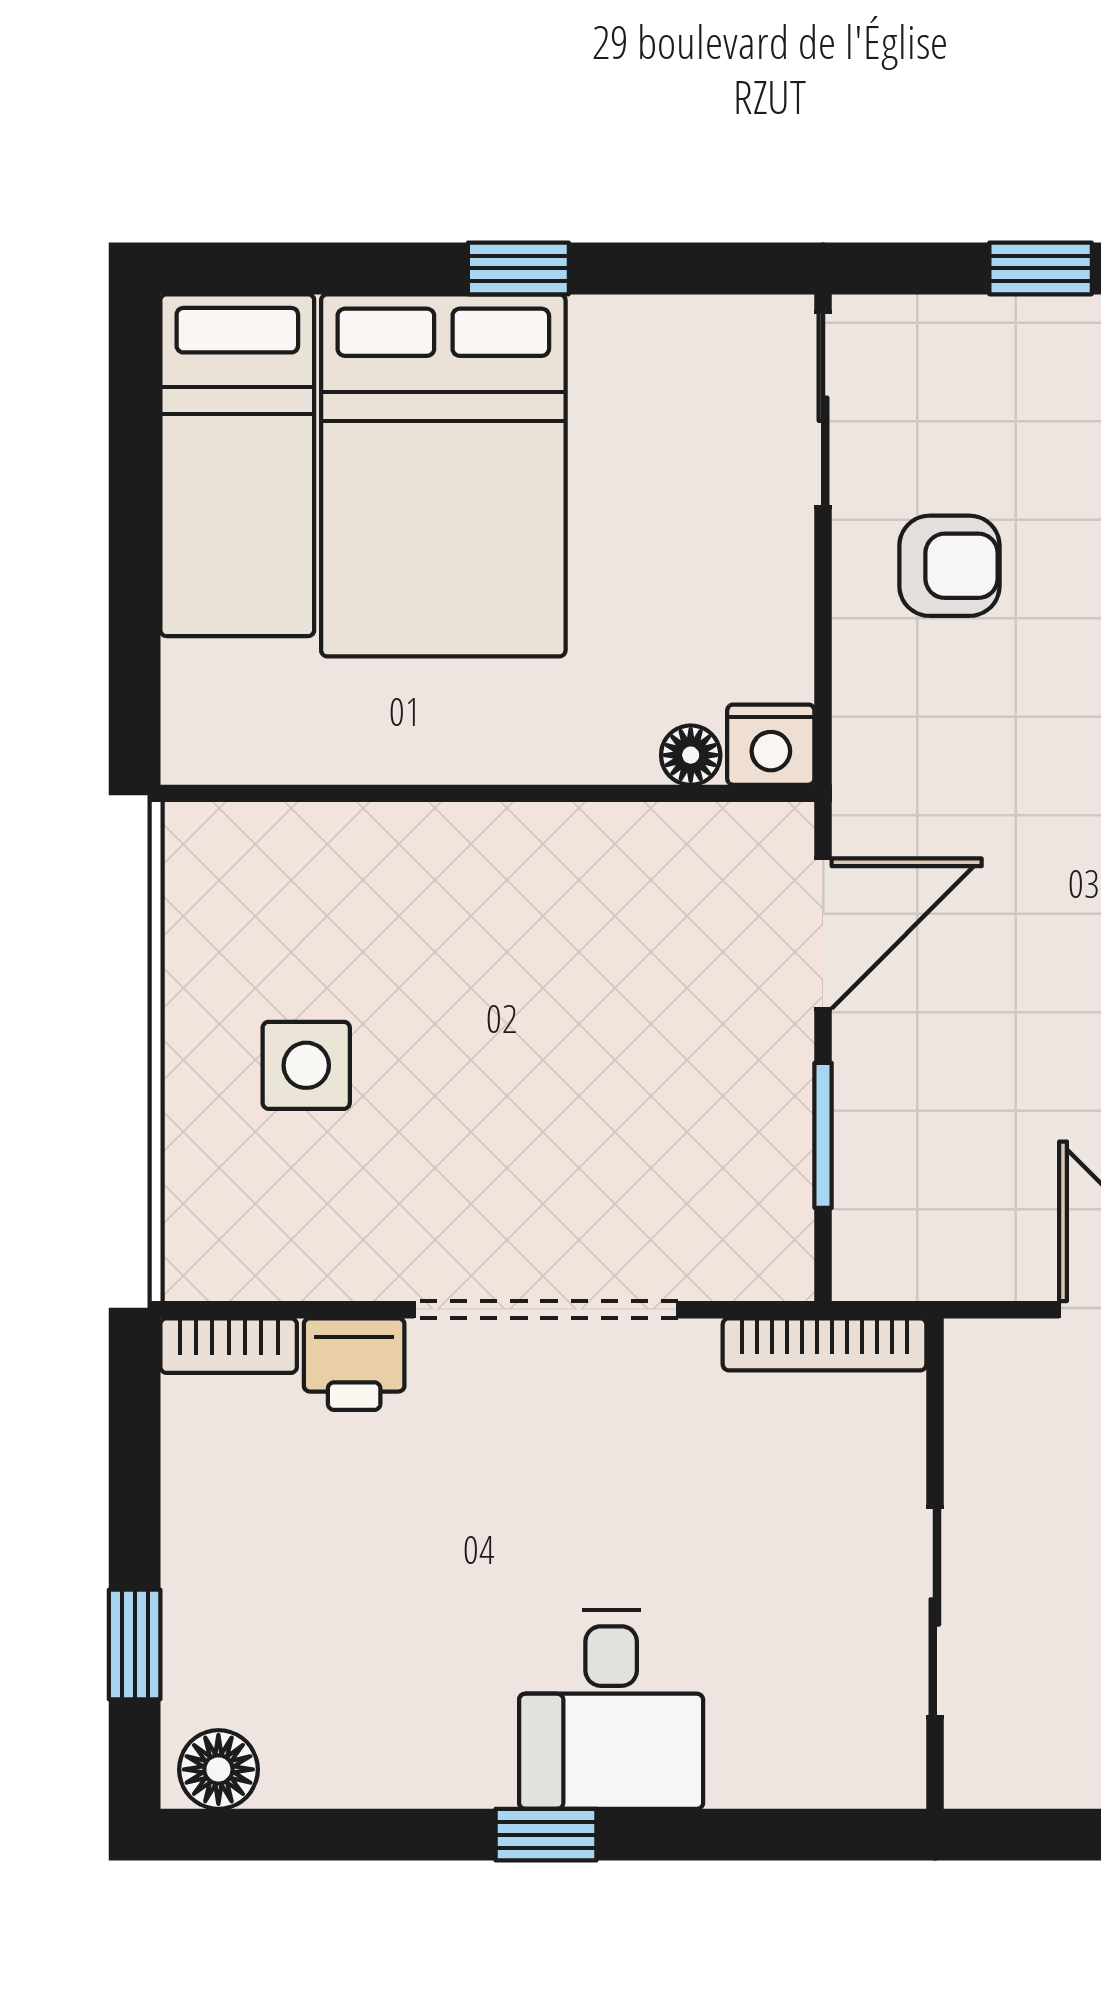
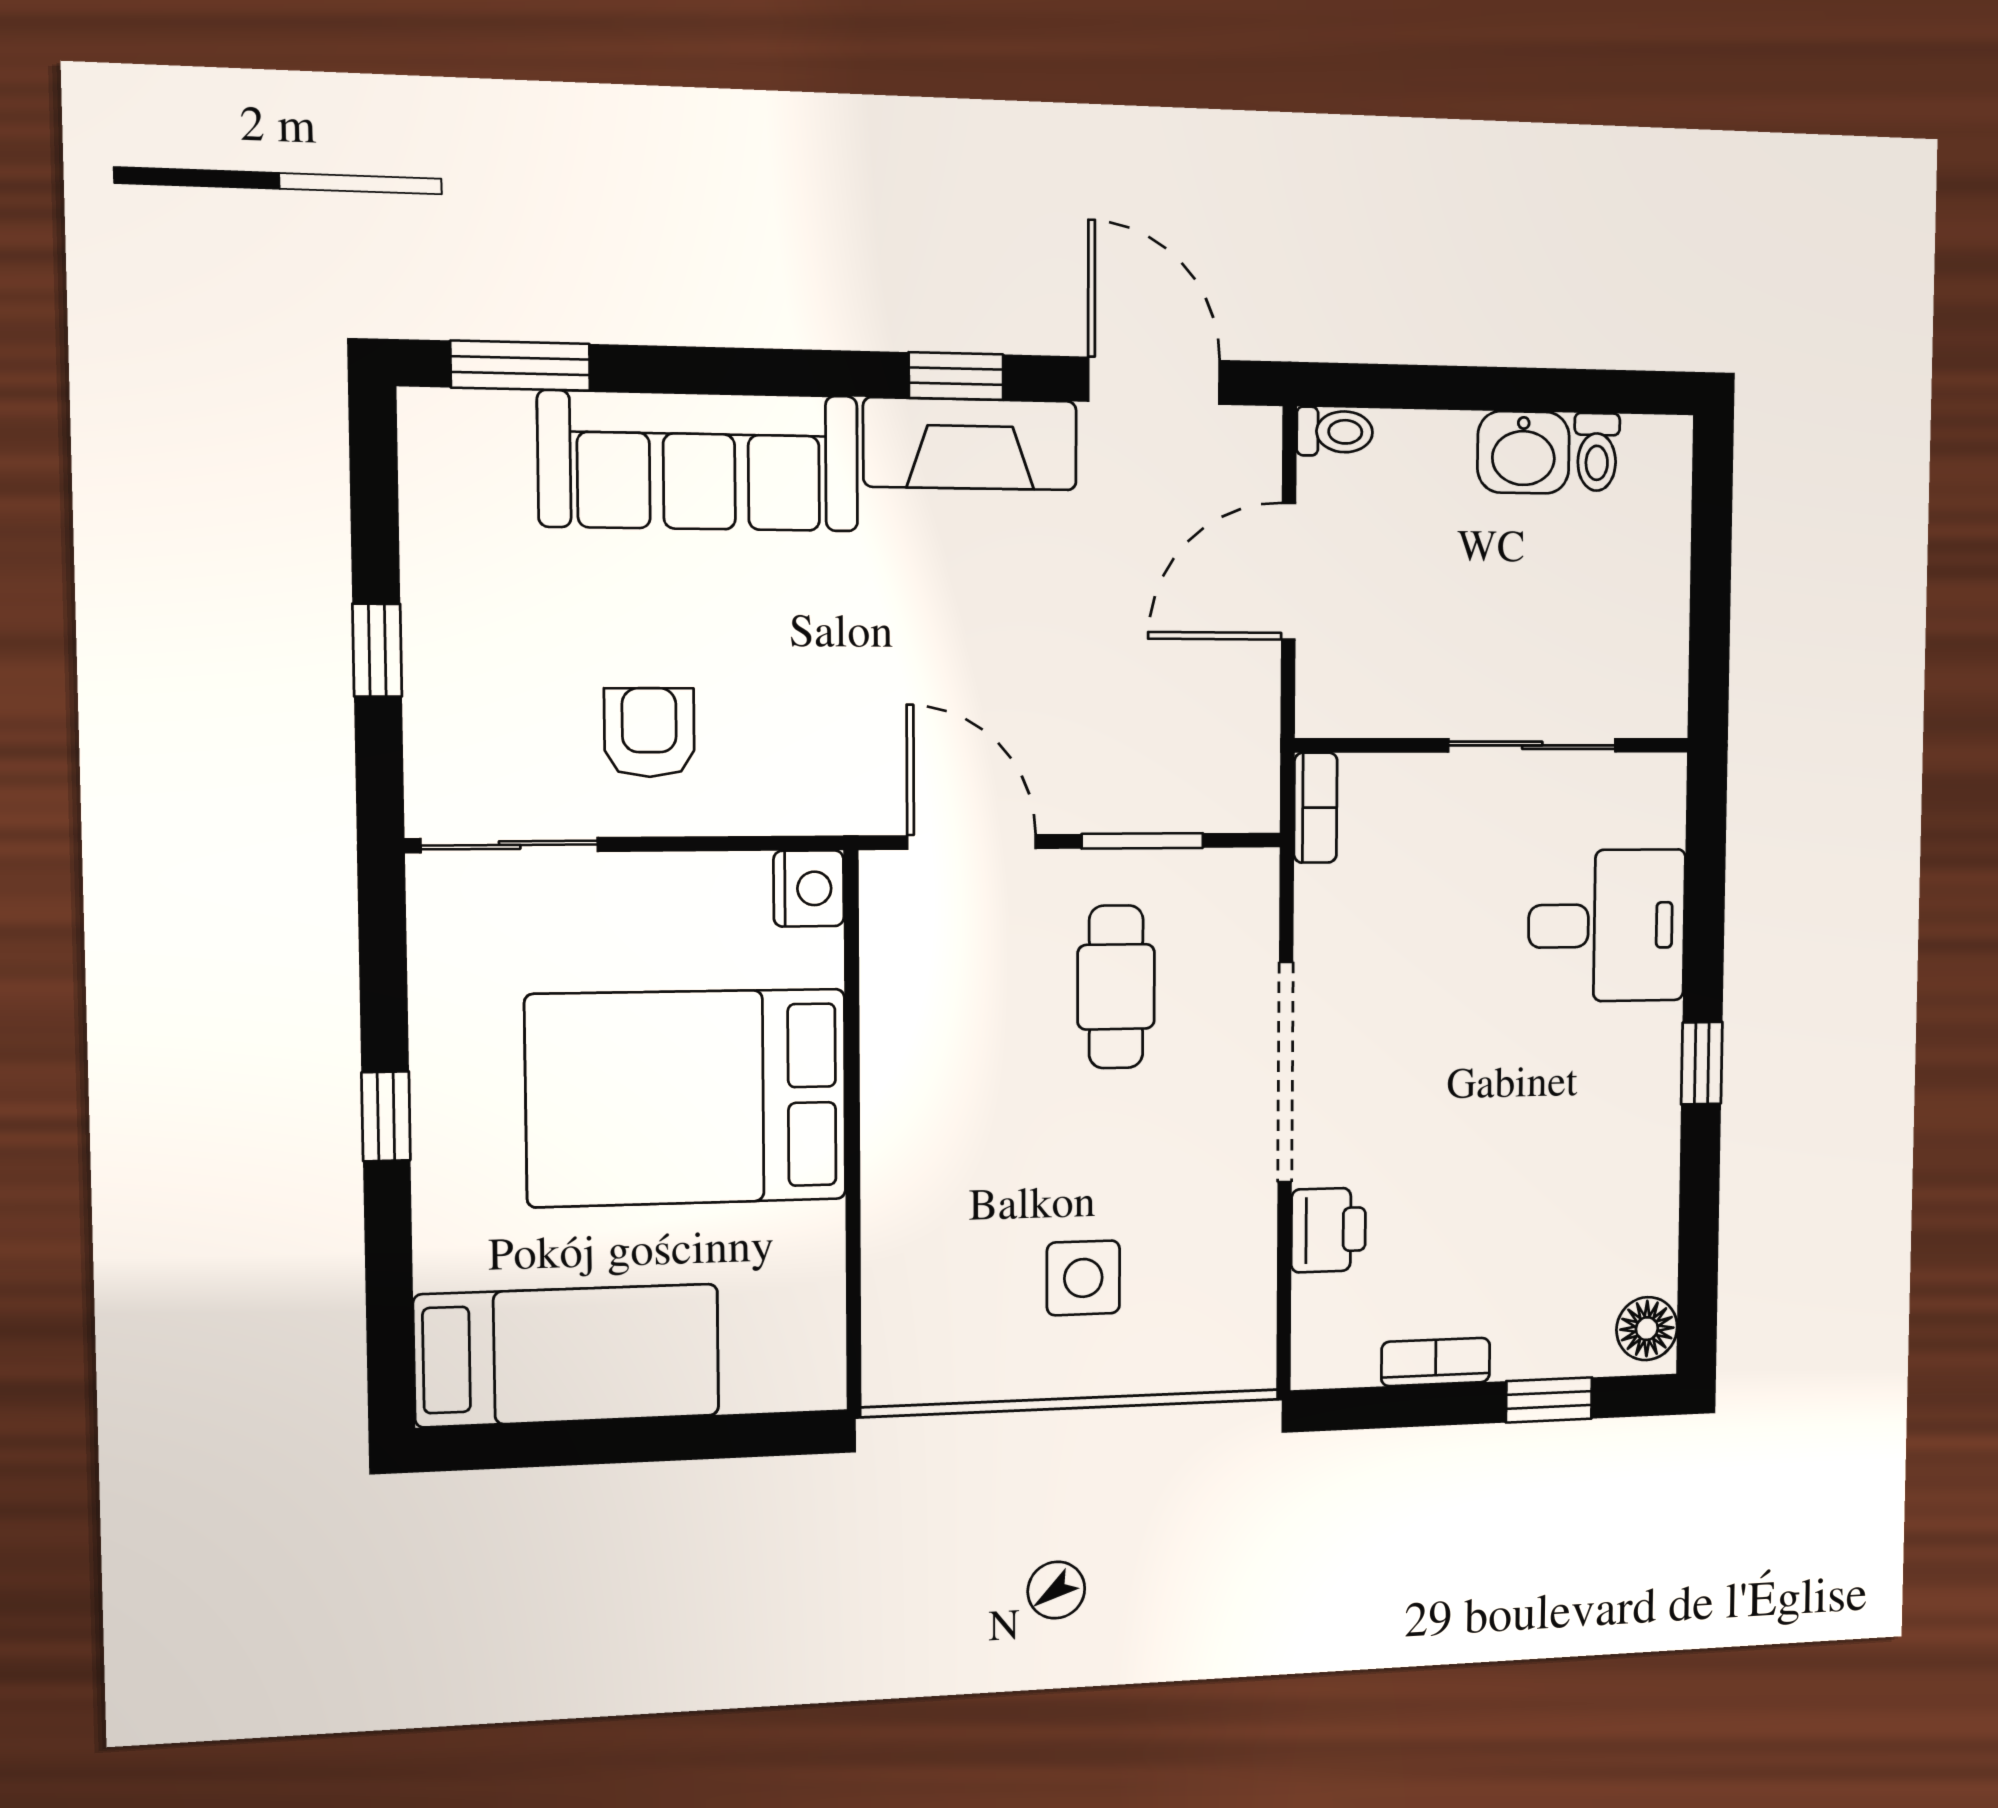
bed: (443, 475) -> (687, 1098), moved, turned 180
floor lamp: (691, 755) -> (818, 958), removed
cafe table: (652, 1104) -> (1116, 987), added
bookcase: (825, 1344) -> (1316, 808), width x0.64
bookcase: (229, 1346) -> (1436, 1362), moved, turned -90
desk: (611, 1710) -> (1607, 926), moved

